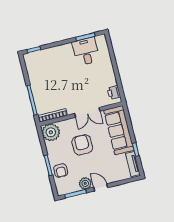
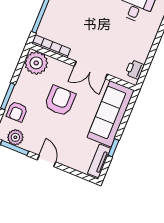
plant: (85, 183) -> (15, 137), moved

